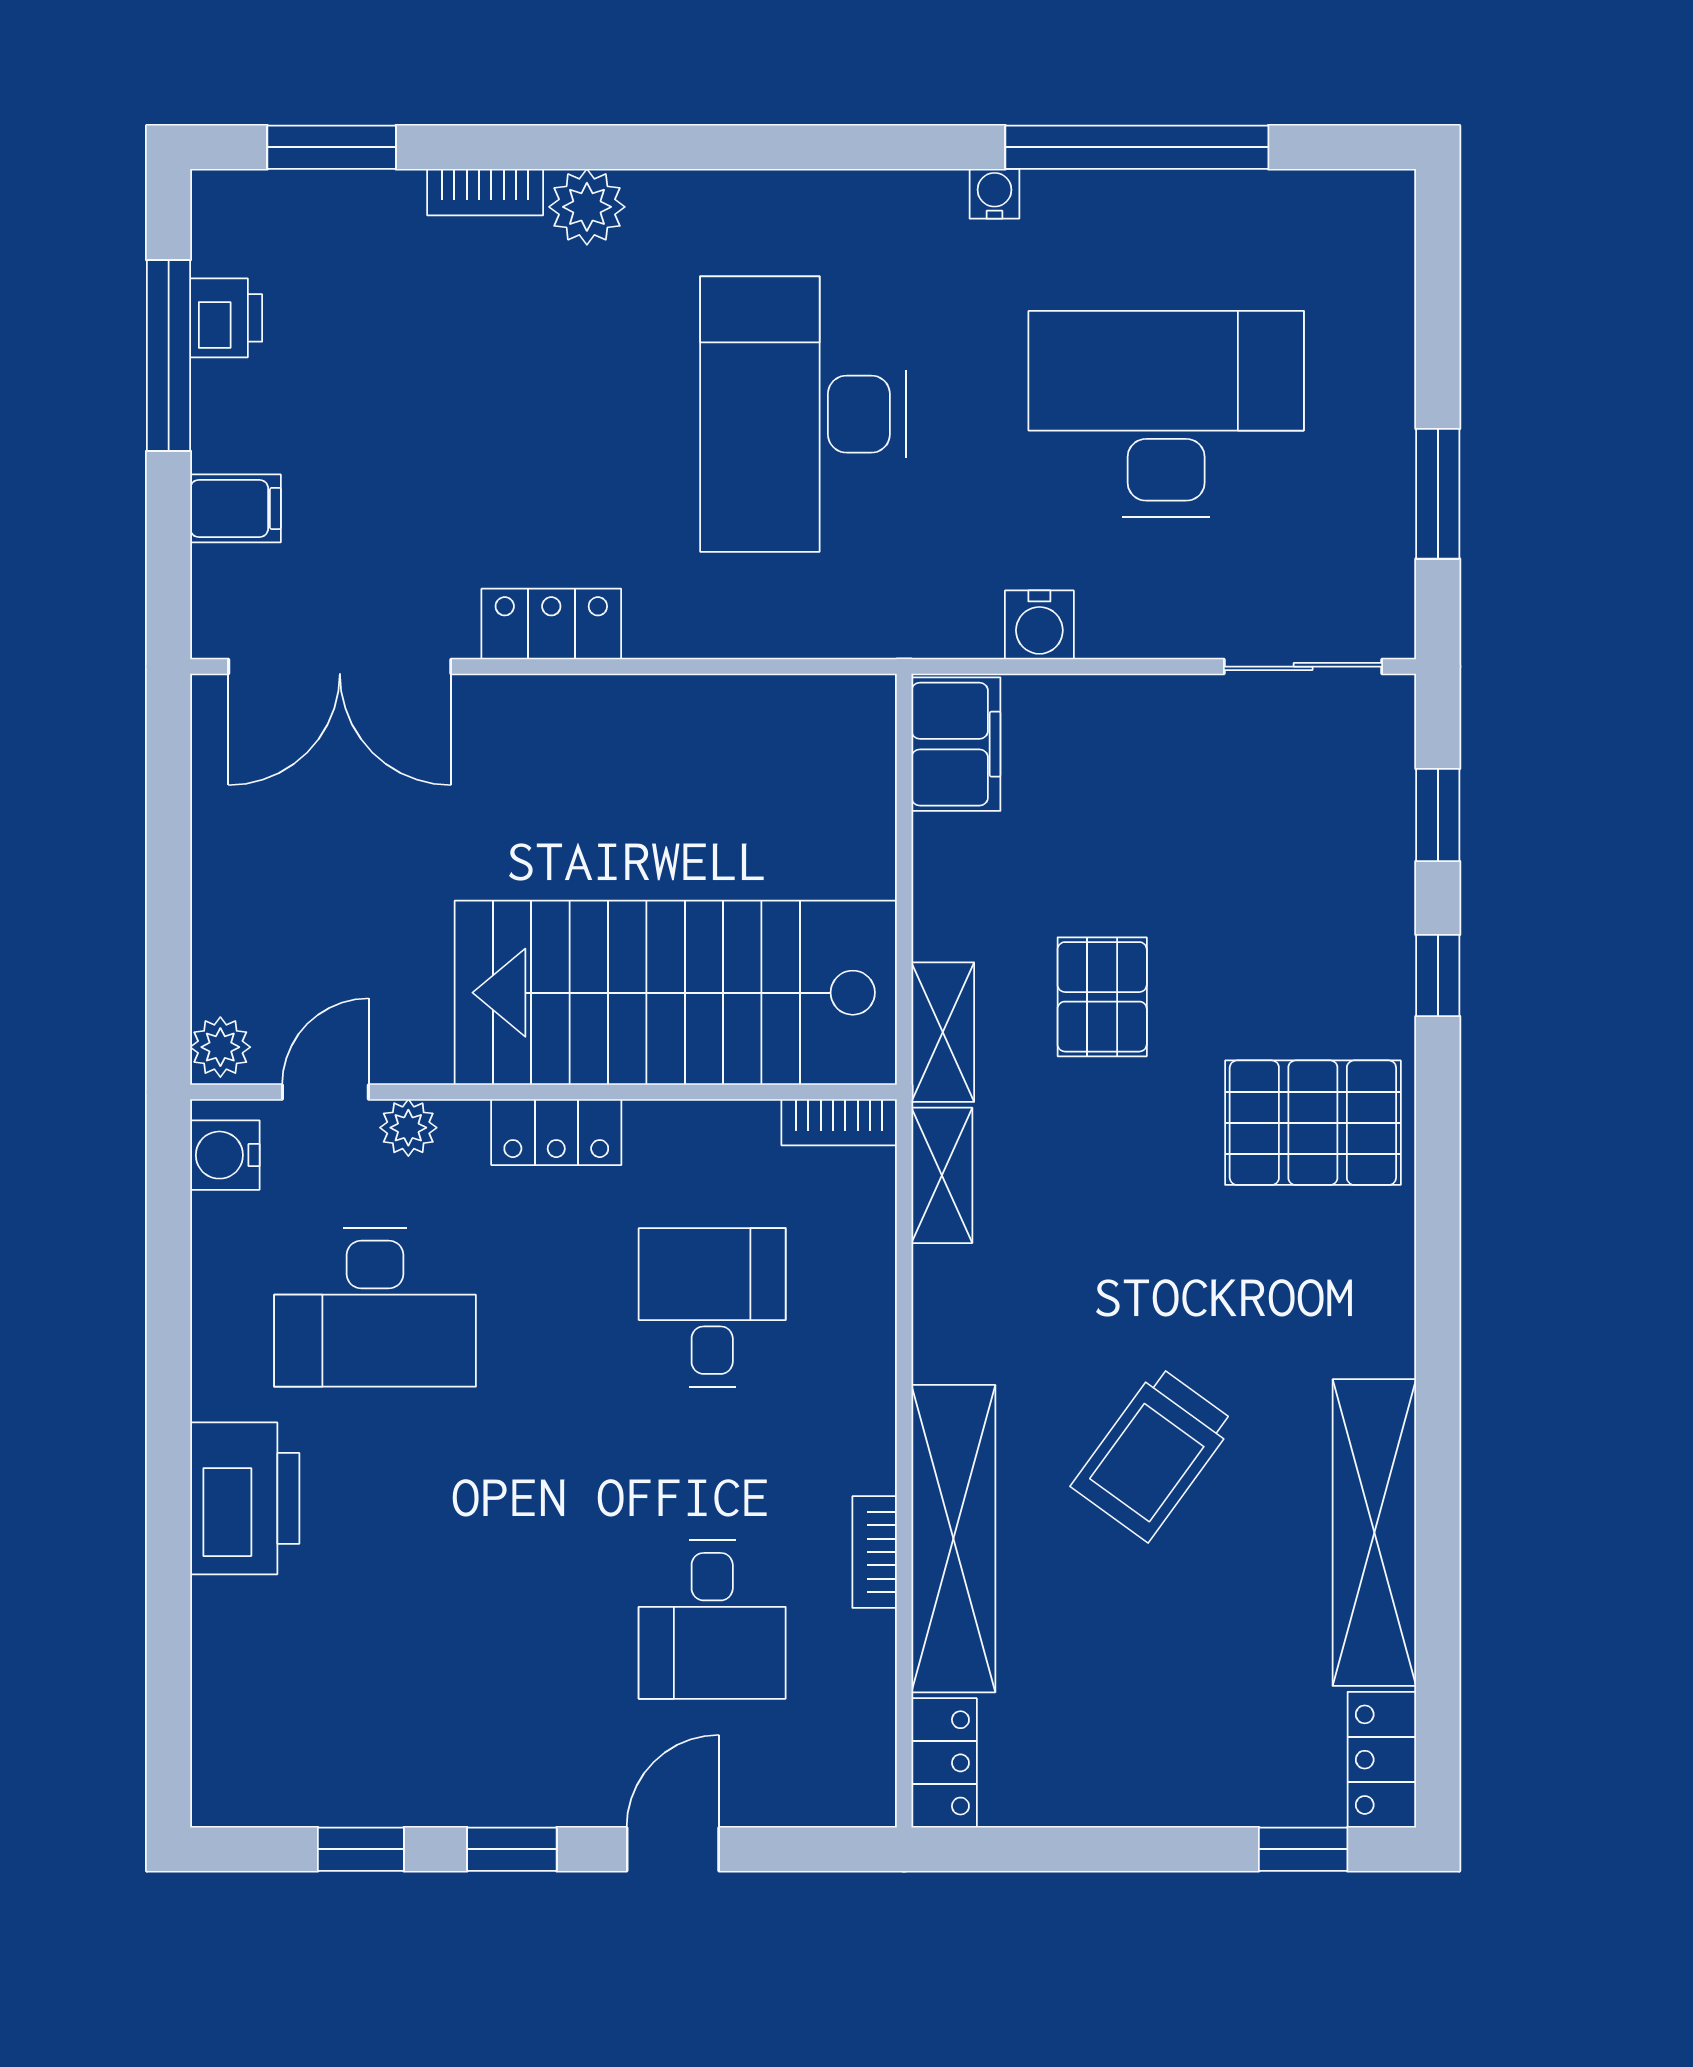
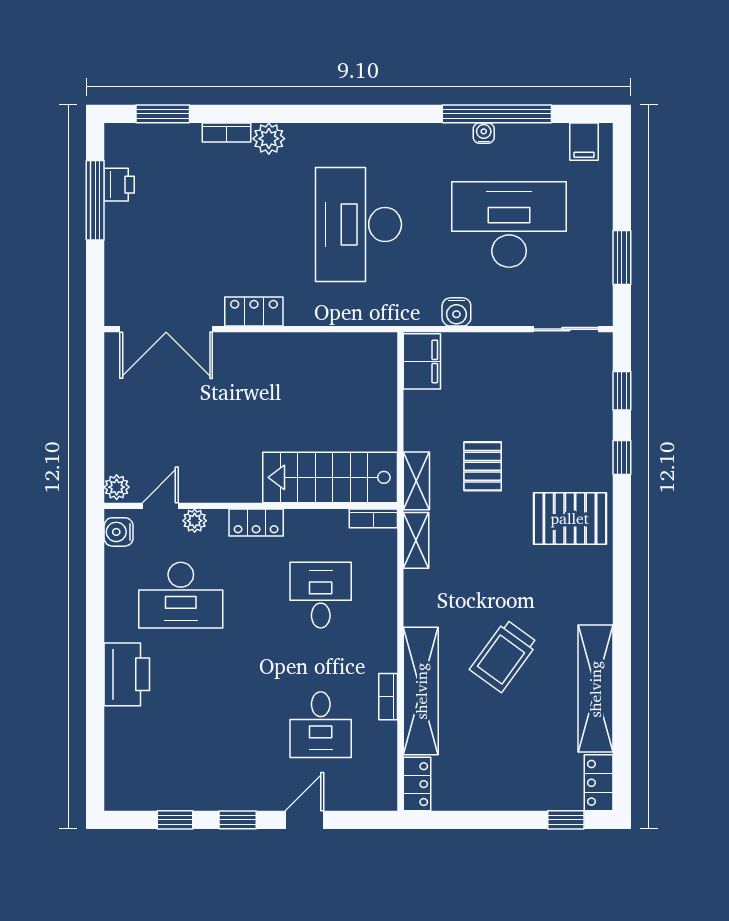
water cooler: (994, 194) -> (484, 133), moved
filing cabinet: (236, 508) -> (584, 142), moved, turned 90
stairs: (676, 993) -> (330, 477), width x0.73, depth x0.66

